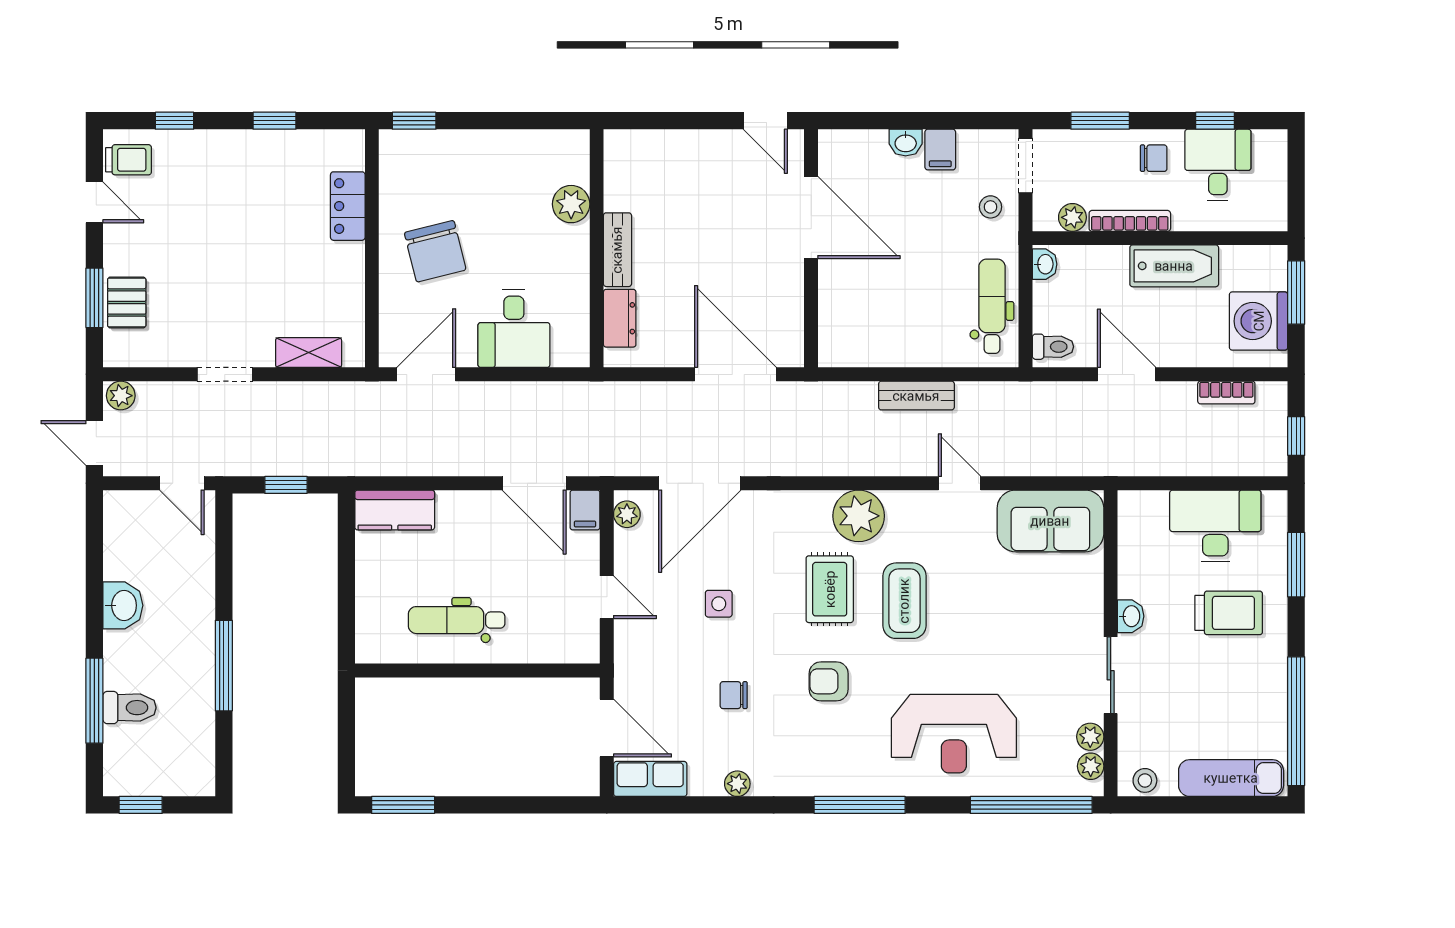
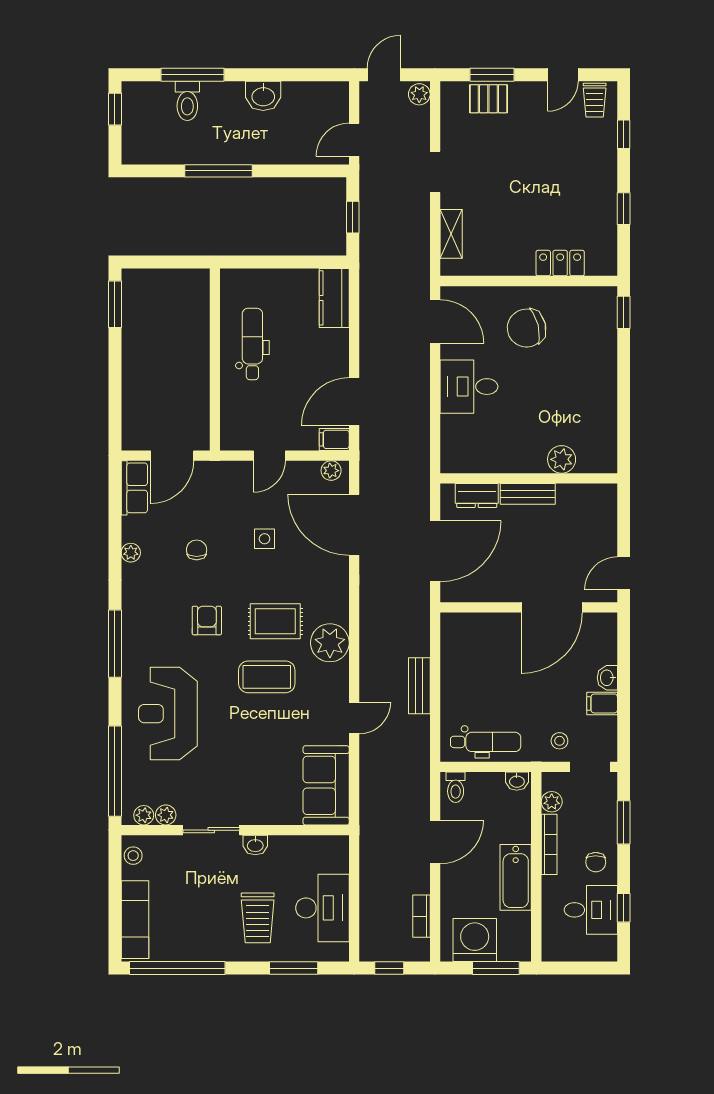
plant: (571, 204) -> (562, 459), moved
wall: (597, 248) -> (529, 478), moved
bench: (617, 250) -> (528, 494), moved
dresser: (620, 318) -> (477, 496), moved

